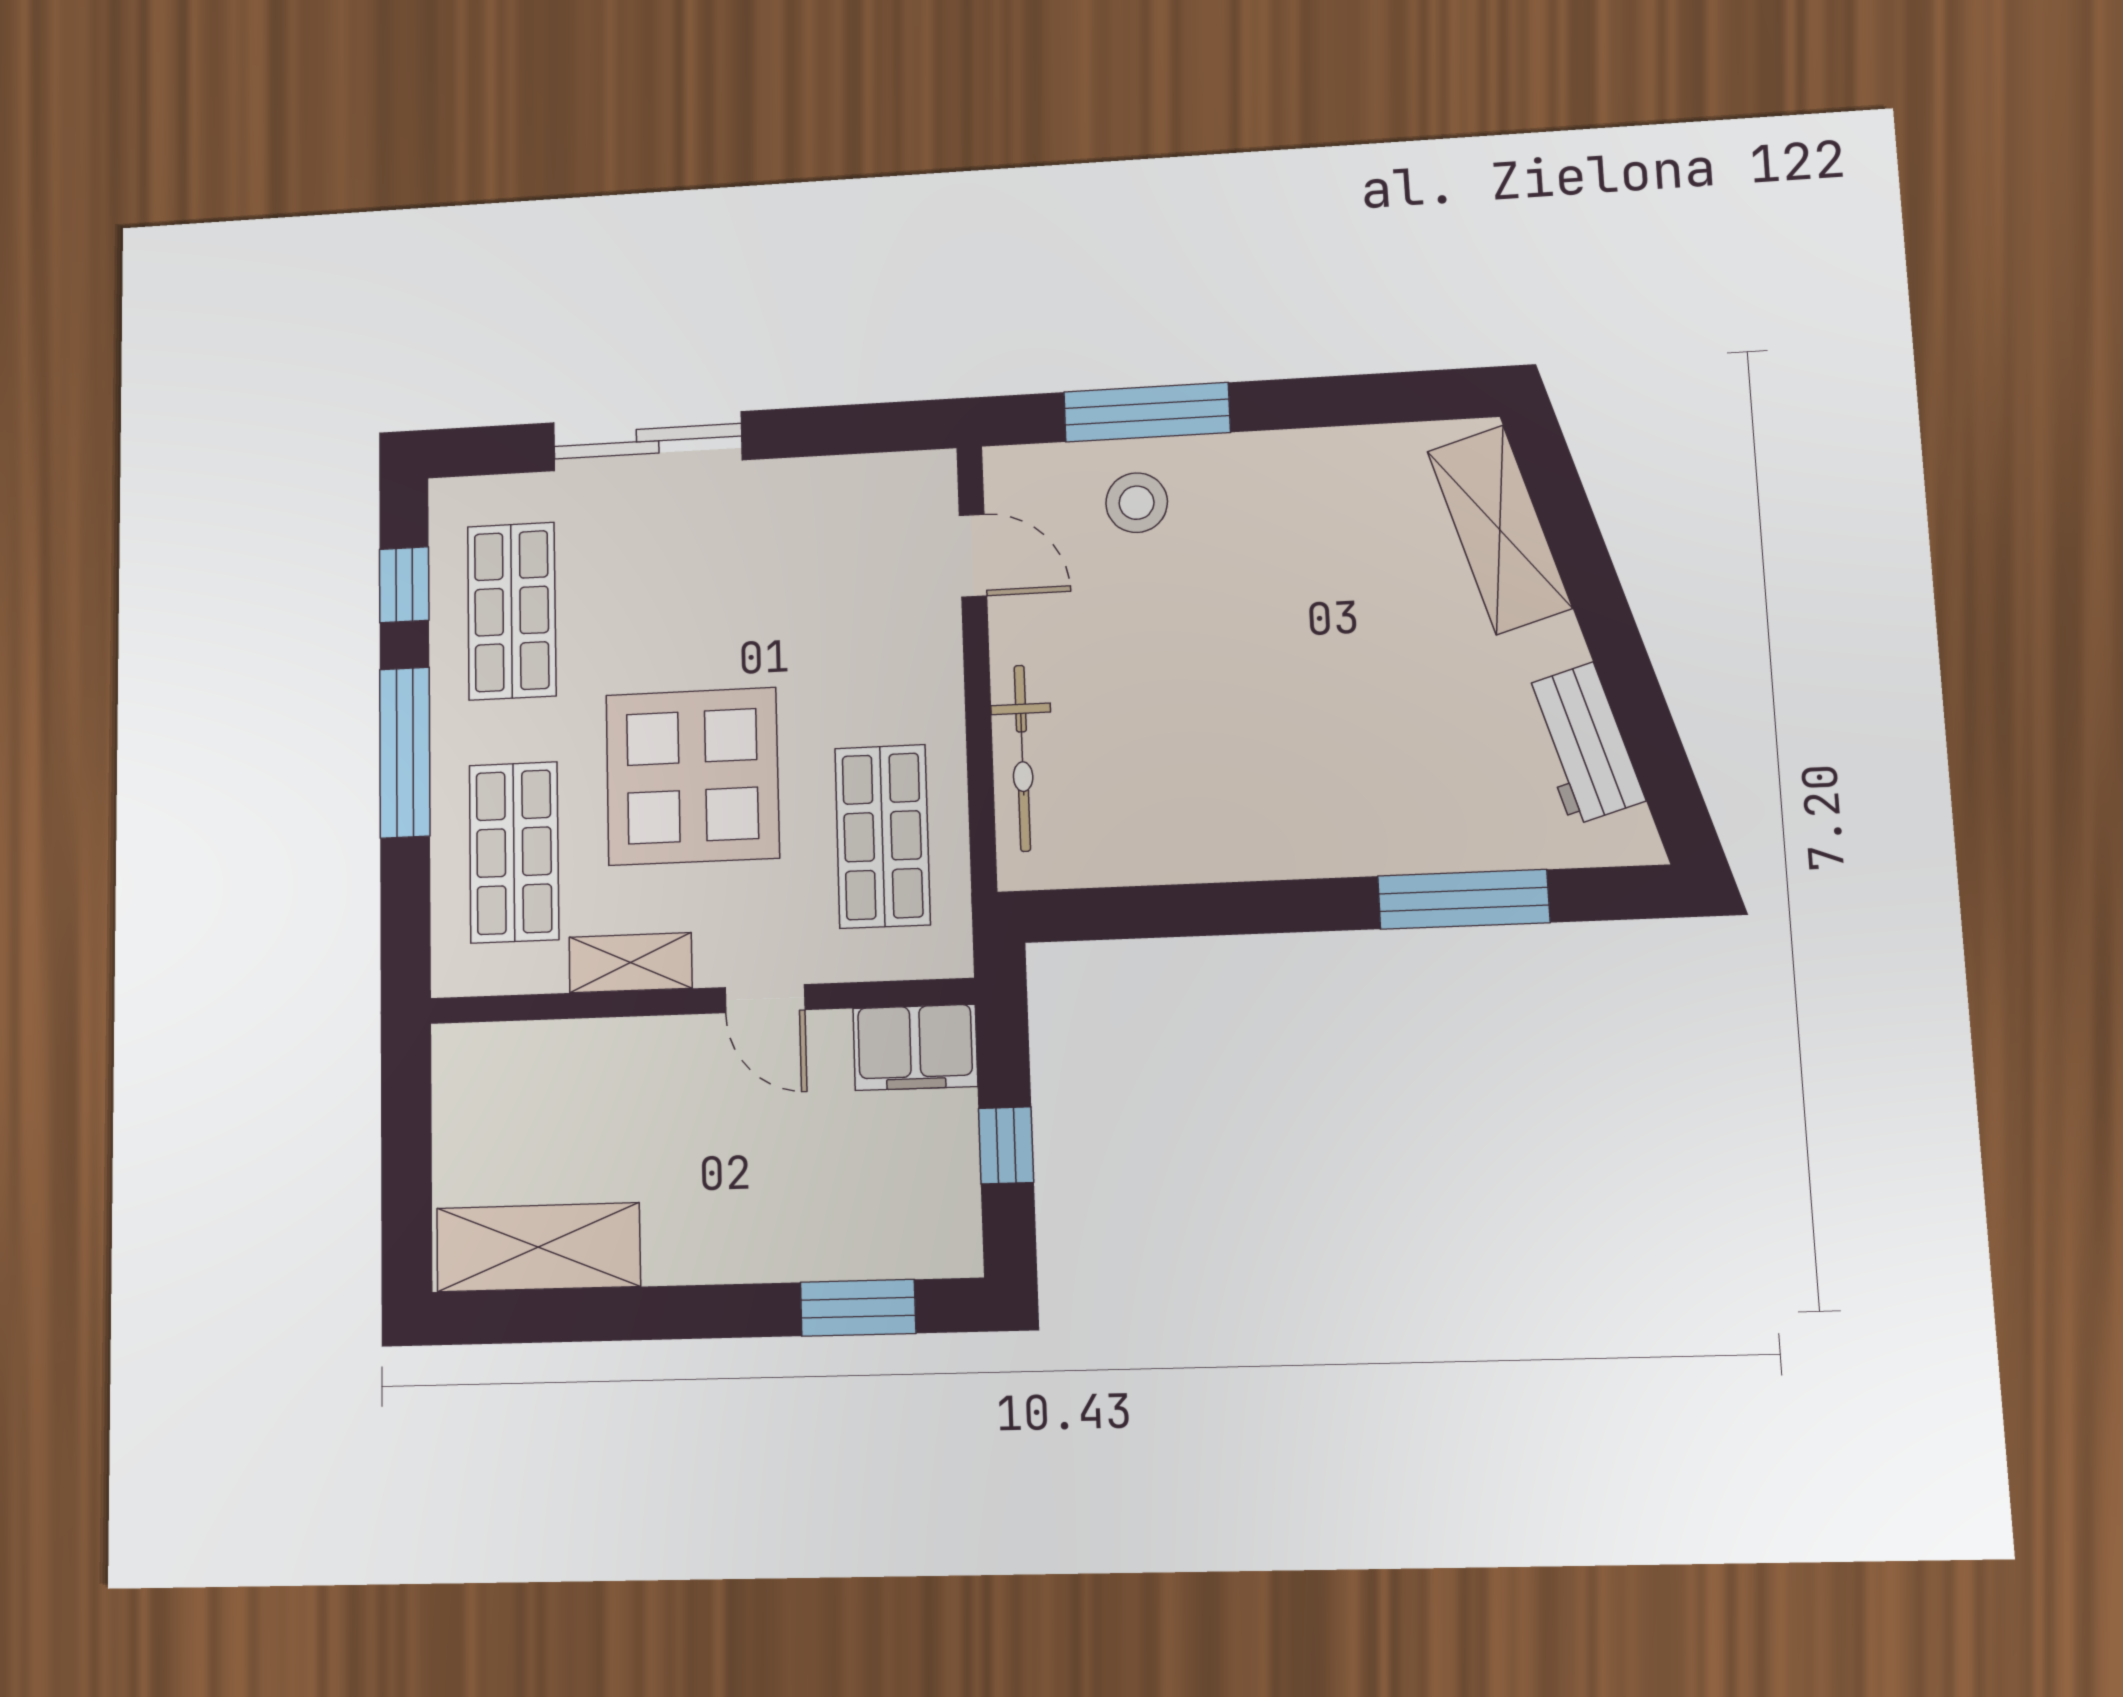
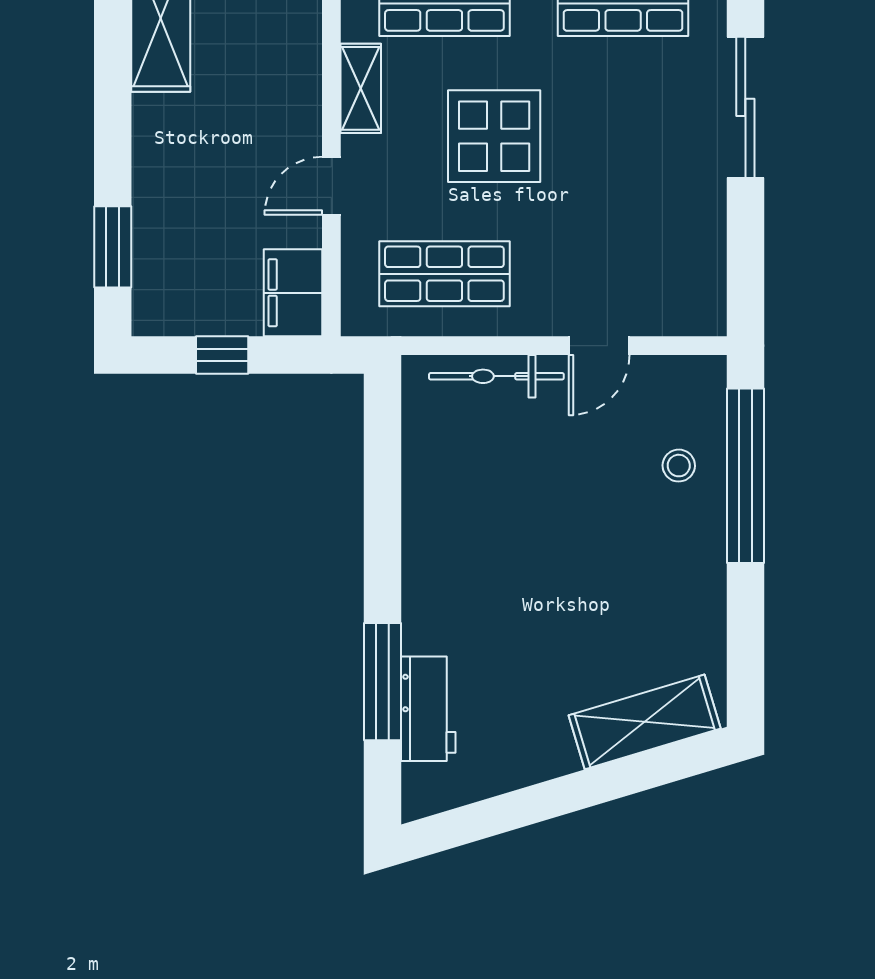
window: (1147, 412) -> (745, 476), width x1.46
stool: (1137, 503) -> (679, 466), width x0.73, depth x0.73
door: (973, 555) -> (599, 346), moved
workbench: (1583, 744) -> (428, 709), moved, turned 107
display table: (692, 776) -> (494, 136), width x0.73, depth x0.73

